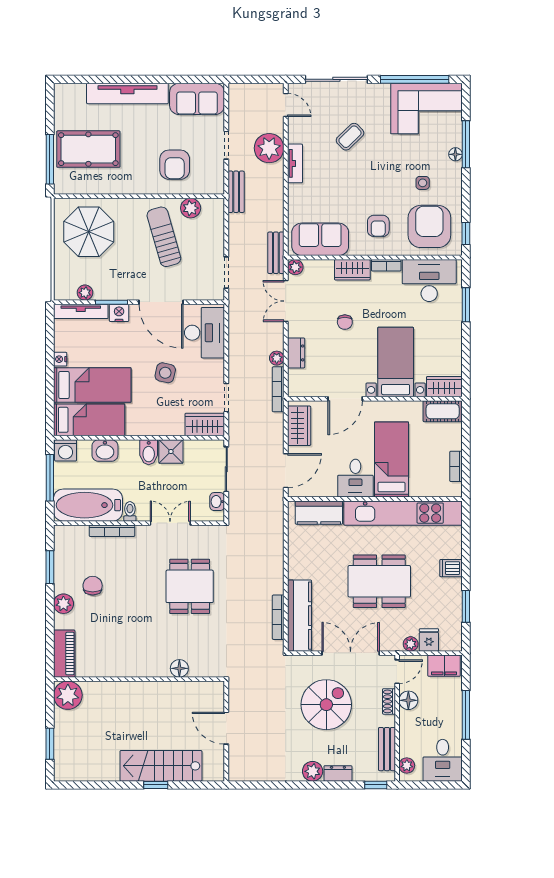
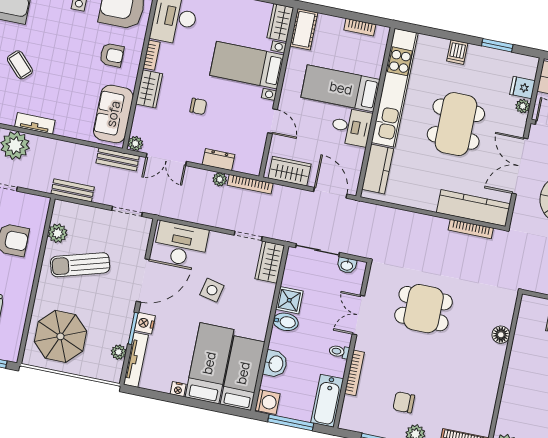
bench: (236, 192) -> (73, 190), moved
door: (345, 399) -> (273, 121), width x0.73
bathtub: (88, 505) -> (327, 401), width x0.73, depth x0.73

